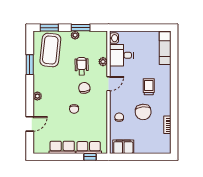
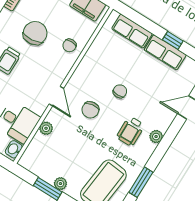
wheelchair: (82, 66) -> (131, 131), moved
door: (109, 84) -> (56, 96), swing flipped
window: (90, 157) -> (173, 40), moved

